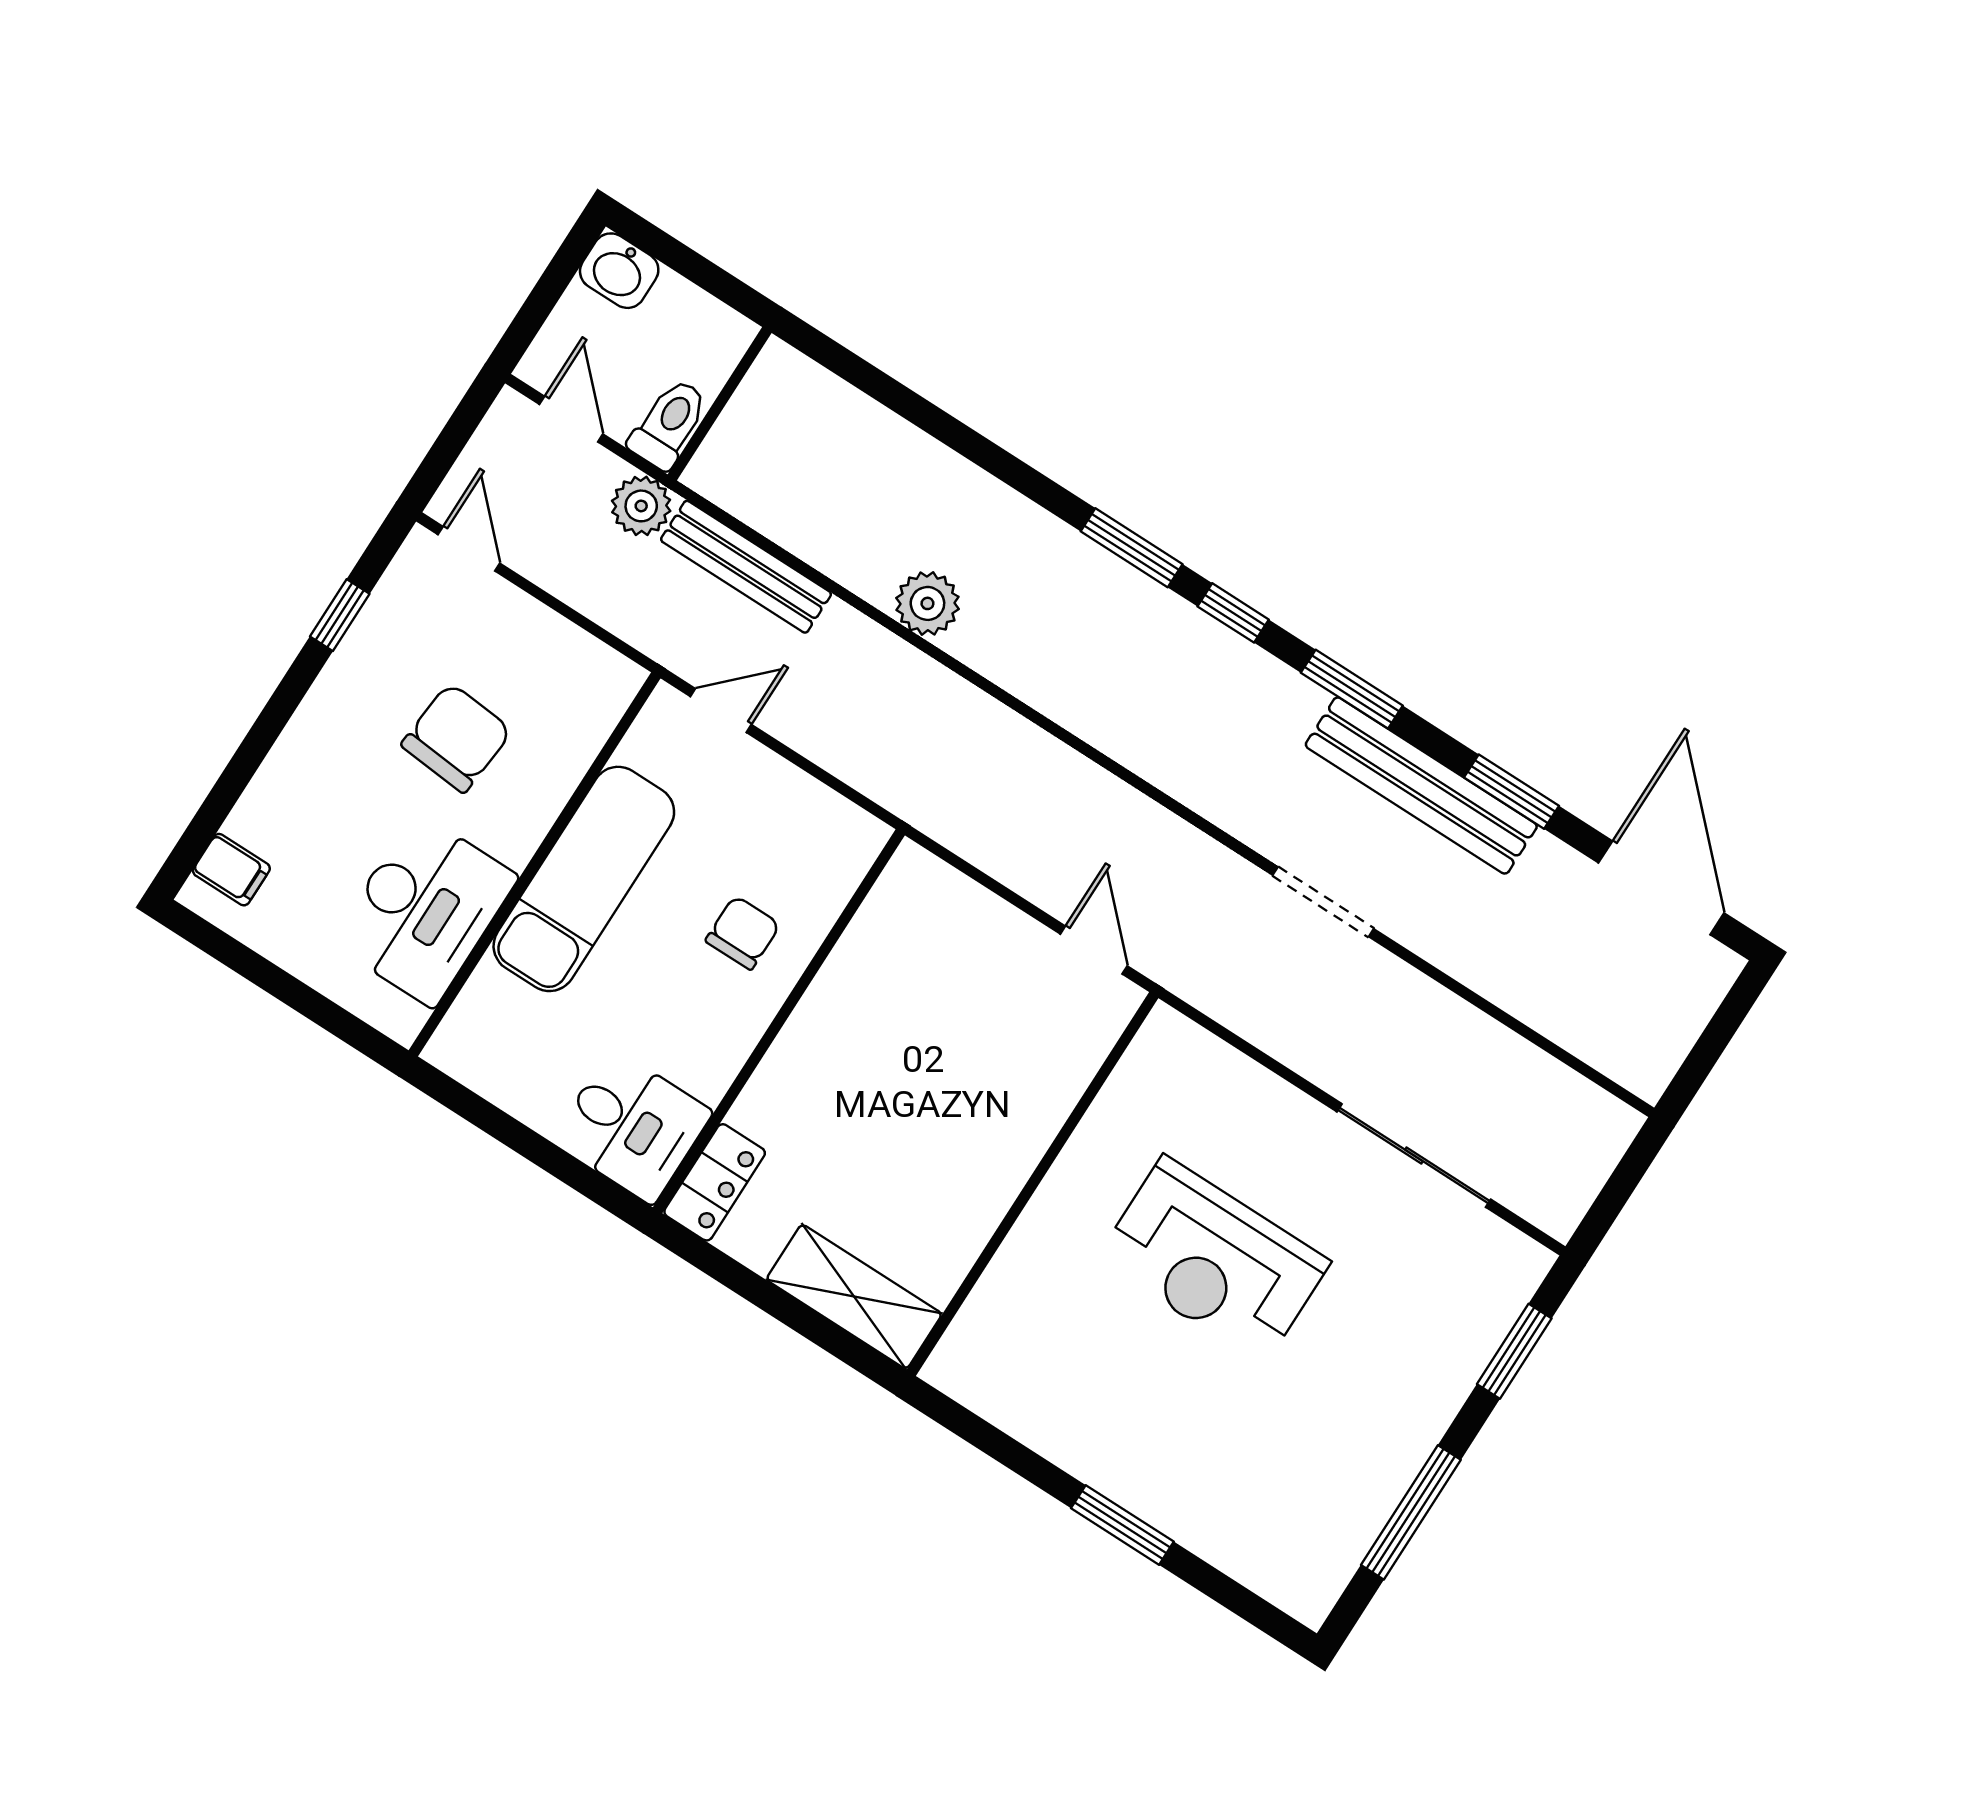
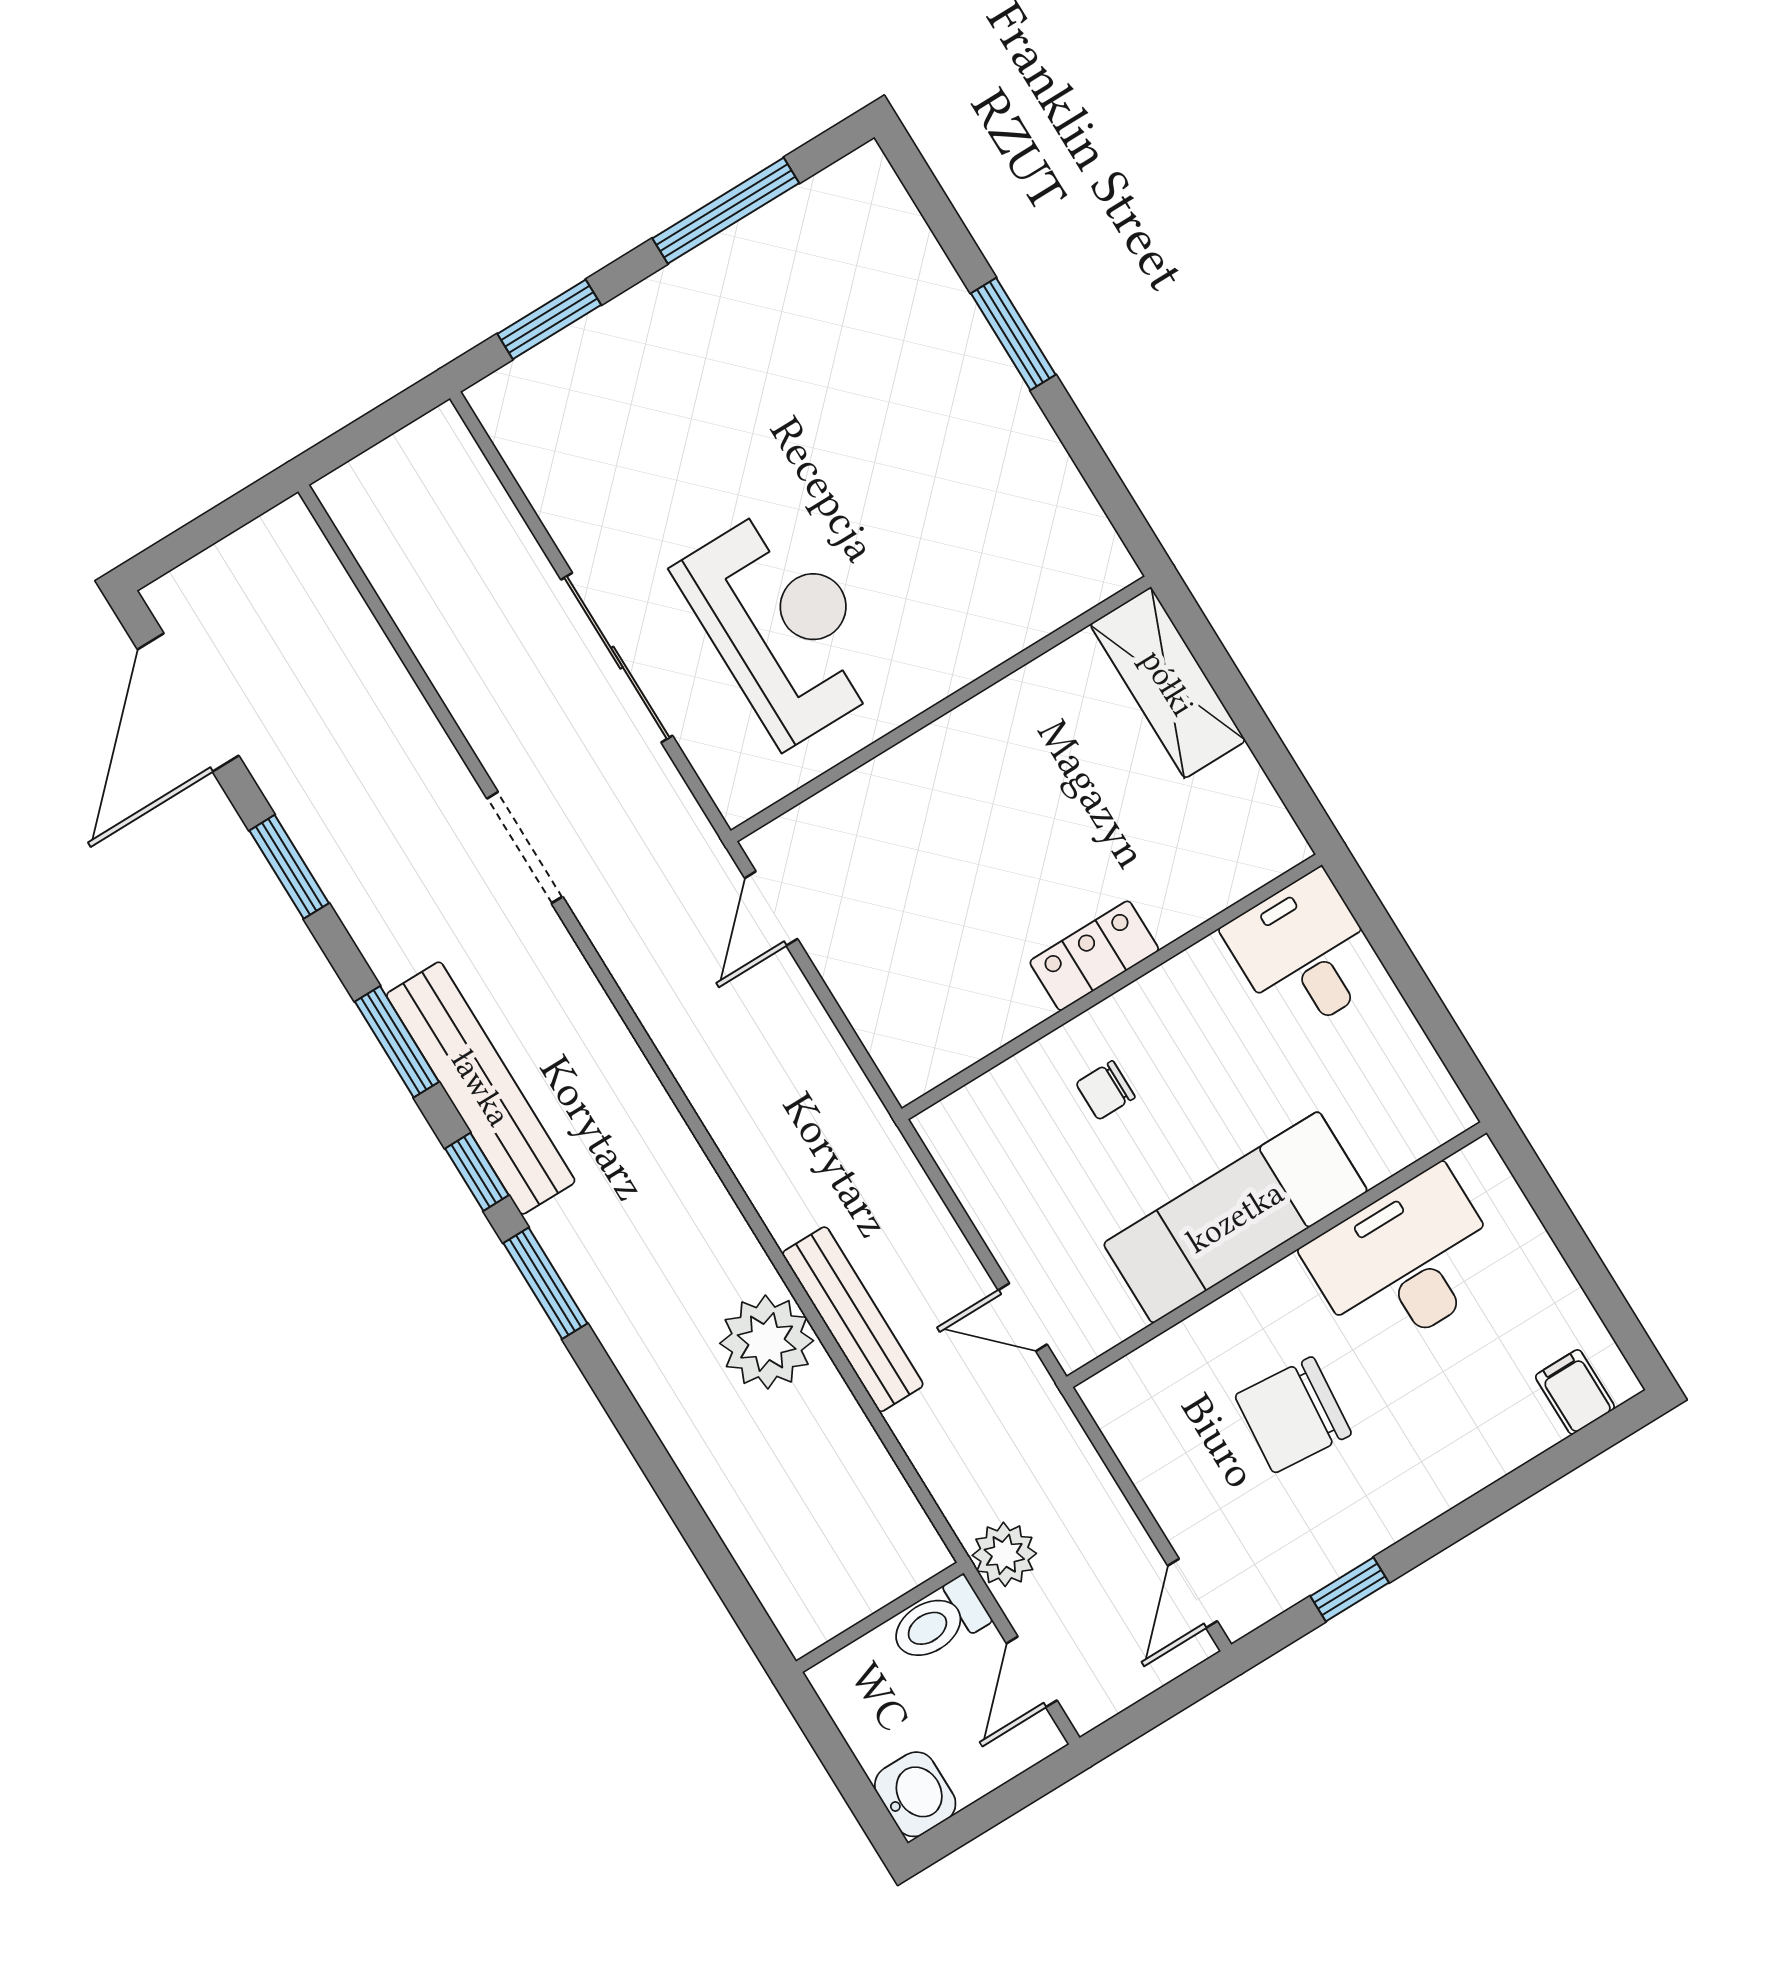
bench: (746, 567) -> (853, 1319), moved
plant: (927, 603) -> (767, 1342), width x1.36, depth x1.36
bench: (1421, 786) -> (481, 1088), moved
chair: (743, 933) -> (1106, 1090), width x0.73, depth x0.73
sliding door: (1414, 1155) -> (617, 658), moved
locker: (715, 1182) -> (1094, 956), moved
reception desk: (1214, 1260) -> (783, 625), moved

